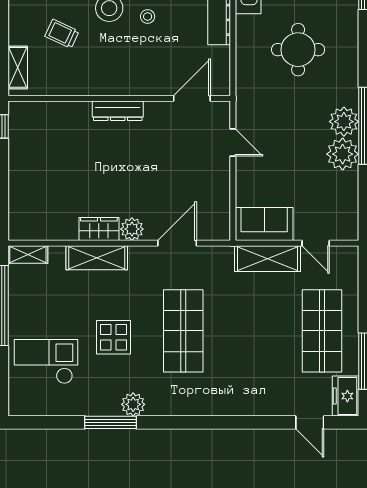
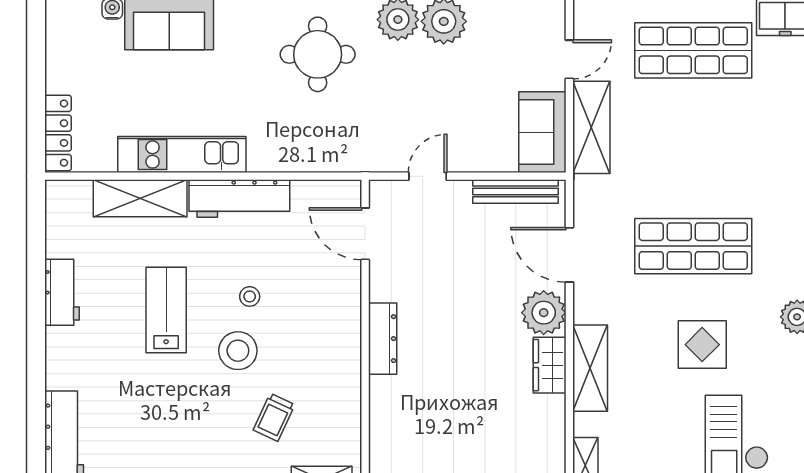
round table: (298, 50) -> (318, 54), moved
bench: (222, 205) -> (516, 191), added
plant: (132, 229) -> (544, 313), width x1.36, depth x1.36

